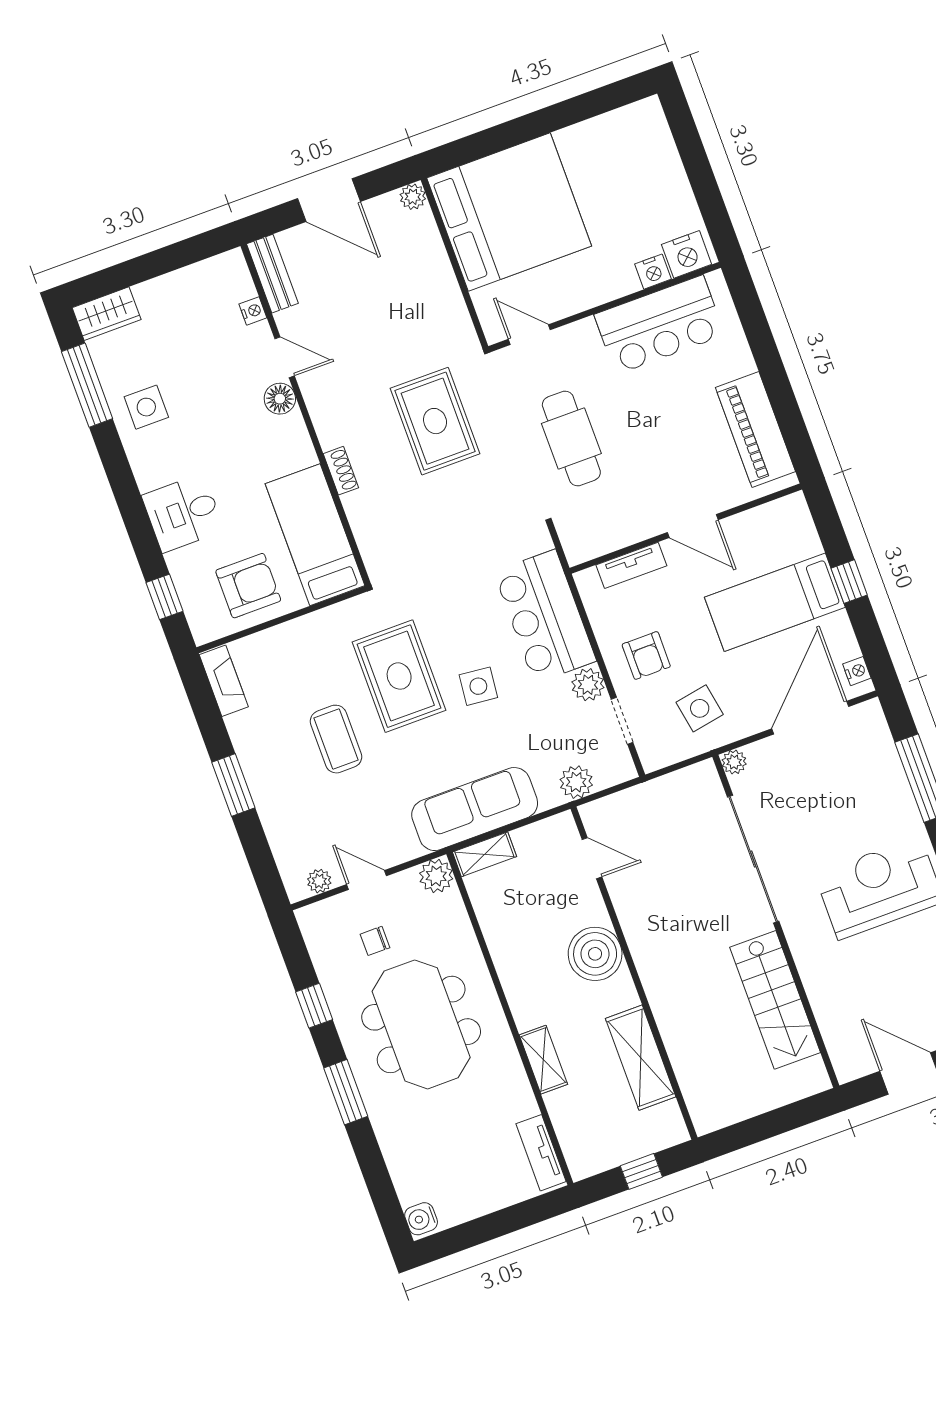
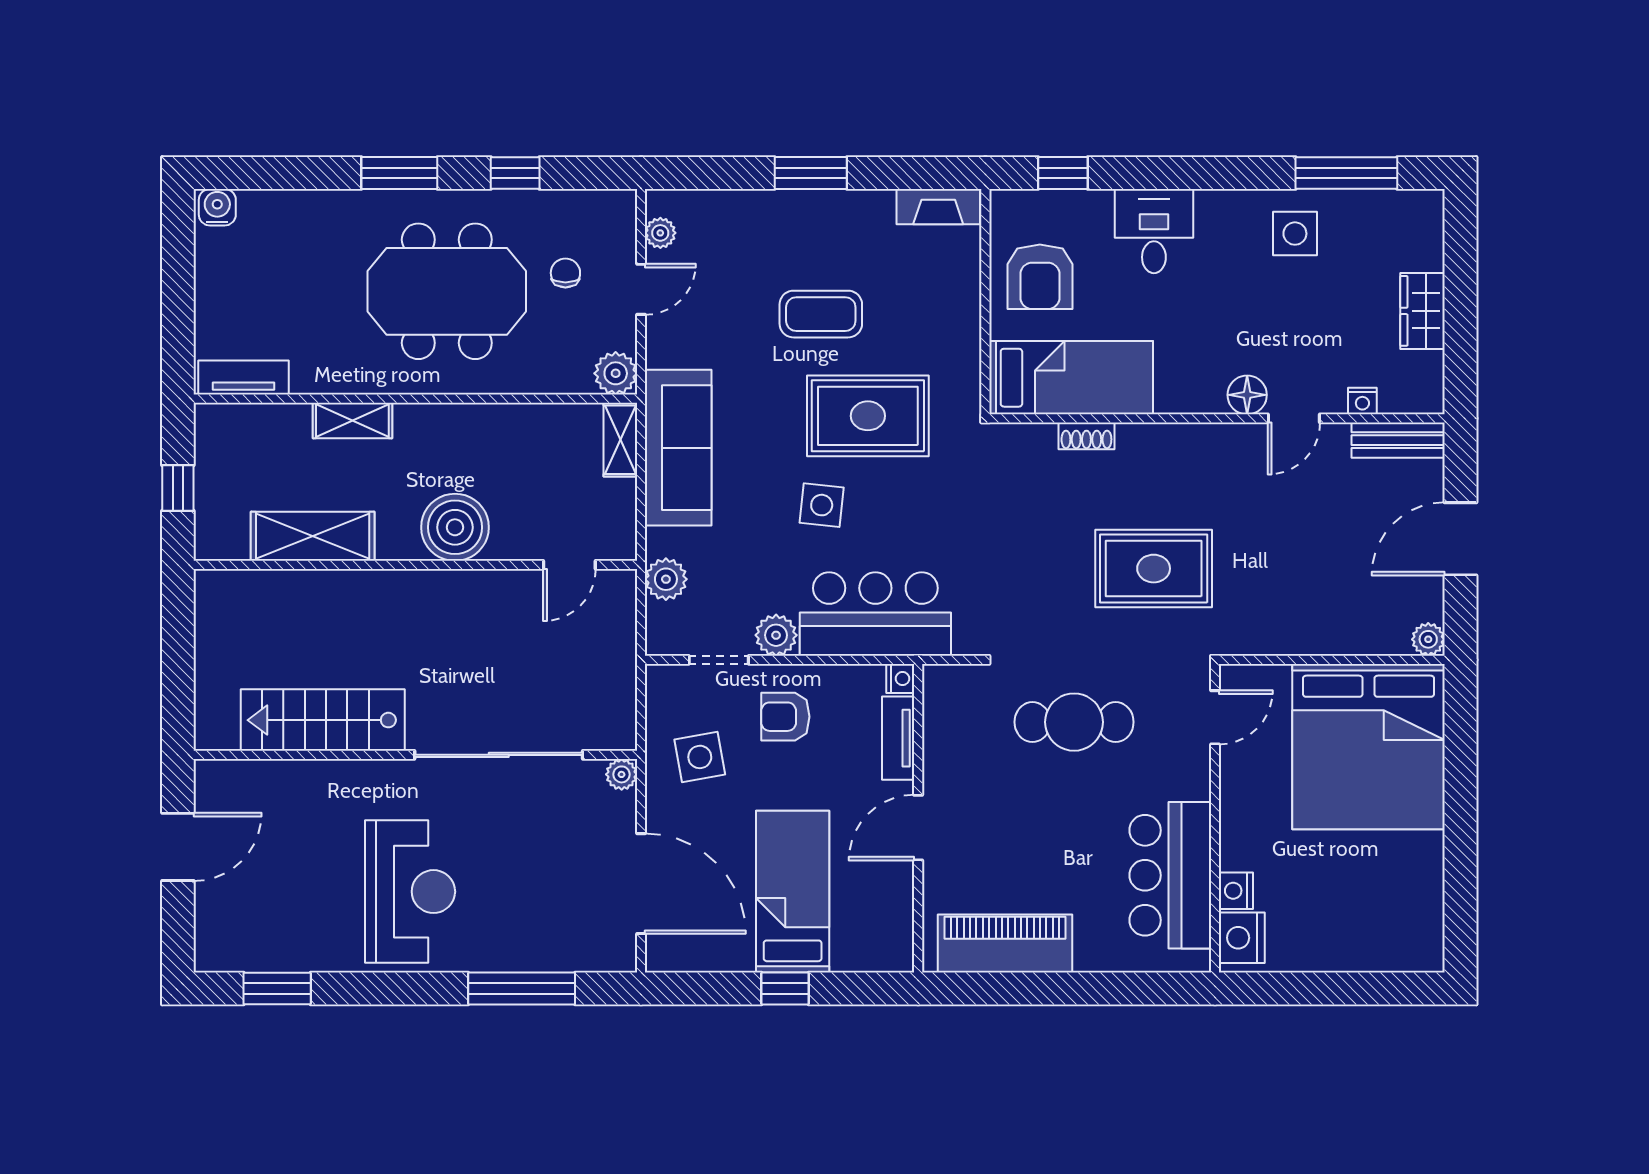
wardrobe: (107, 314) -> (1422, 311), moved
shoe rack: (341, 471) -> (1086, 436), moved
nightstand: (857, 671) -> (900, 679), moved, turned -90

